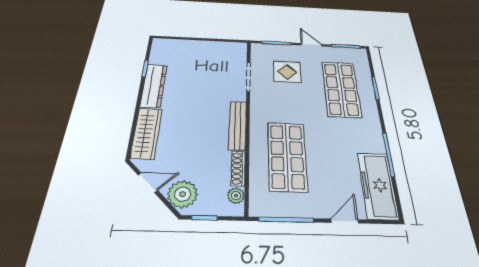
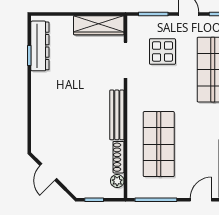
dresser: (154, 85) -> (40, 46), moved
wardrobe: (146, 133) -> (99, 25), moved, turned 90
door: (148, 183) -> (48, 172), swing flipped
plant: (183, 194) -> (76, 181), removed

